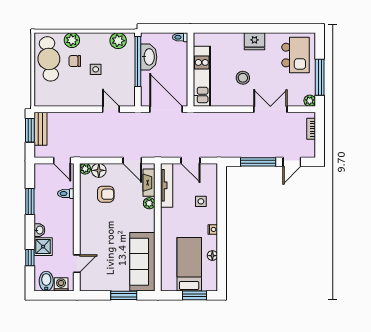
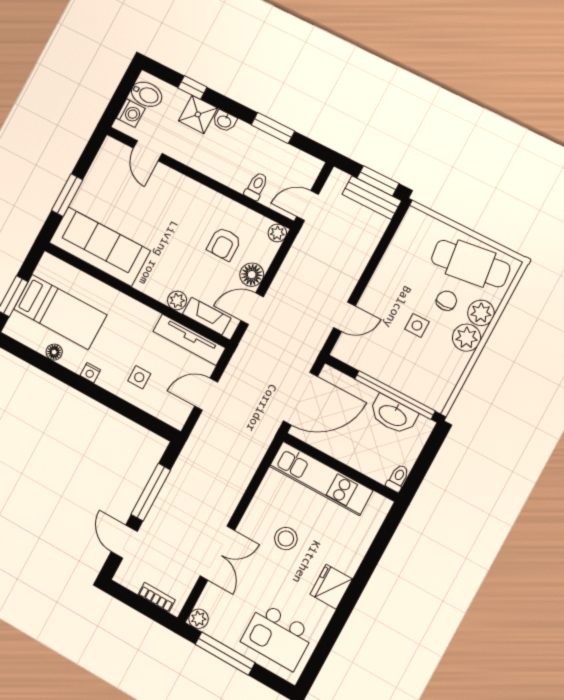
plant: (118, 41) -> (467, 338), moved
floor lamp: (99, 170) -> (252, 275), moved

